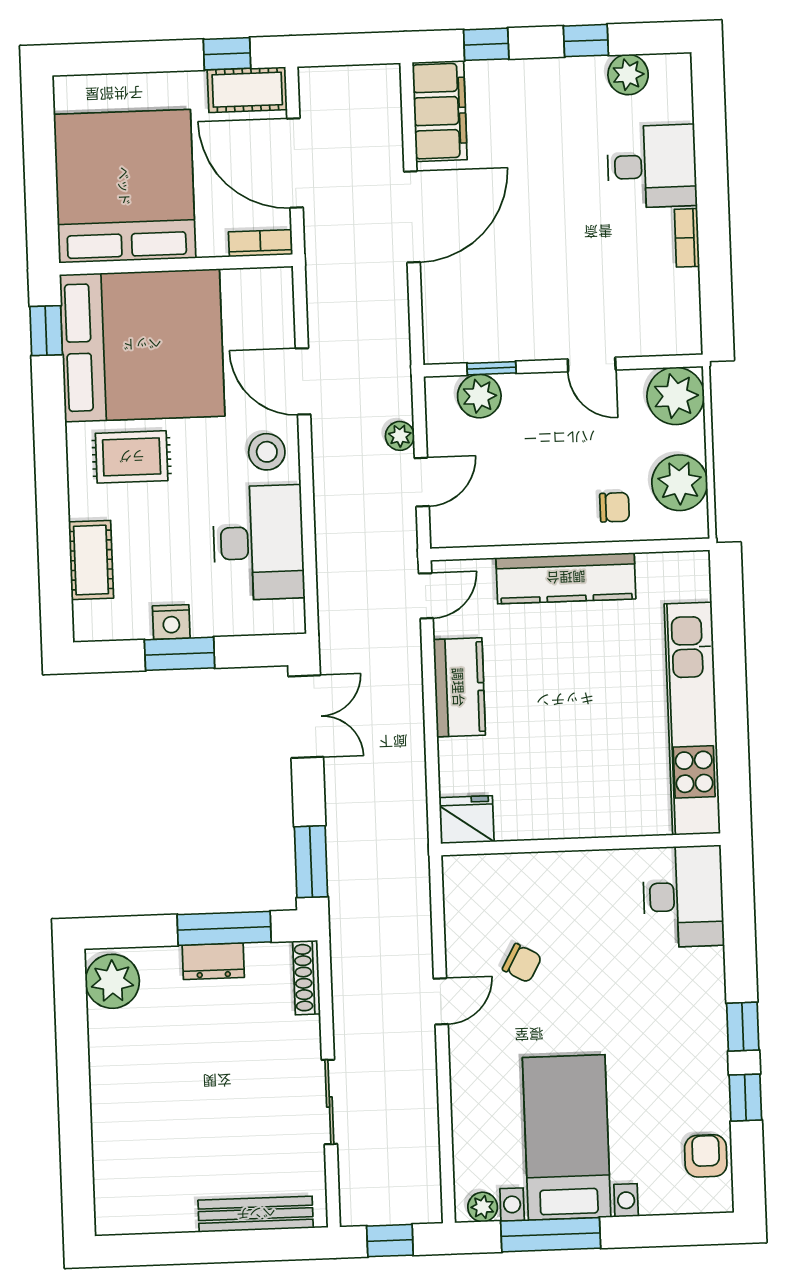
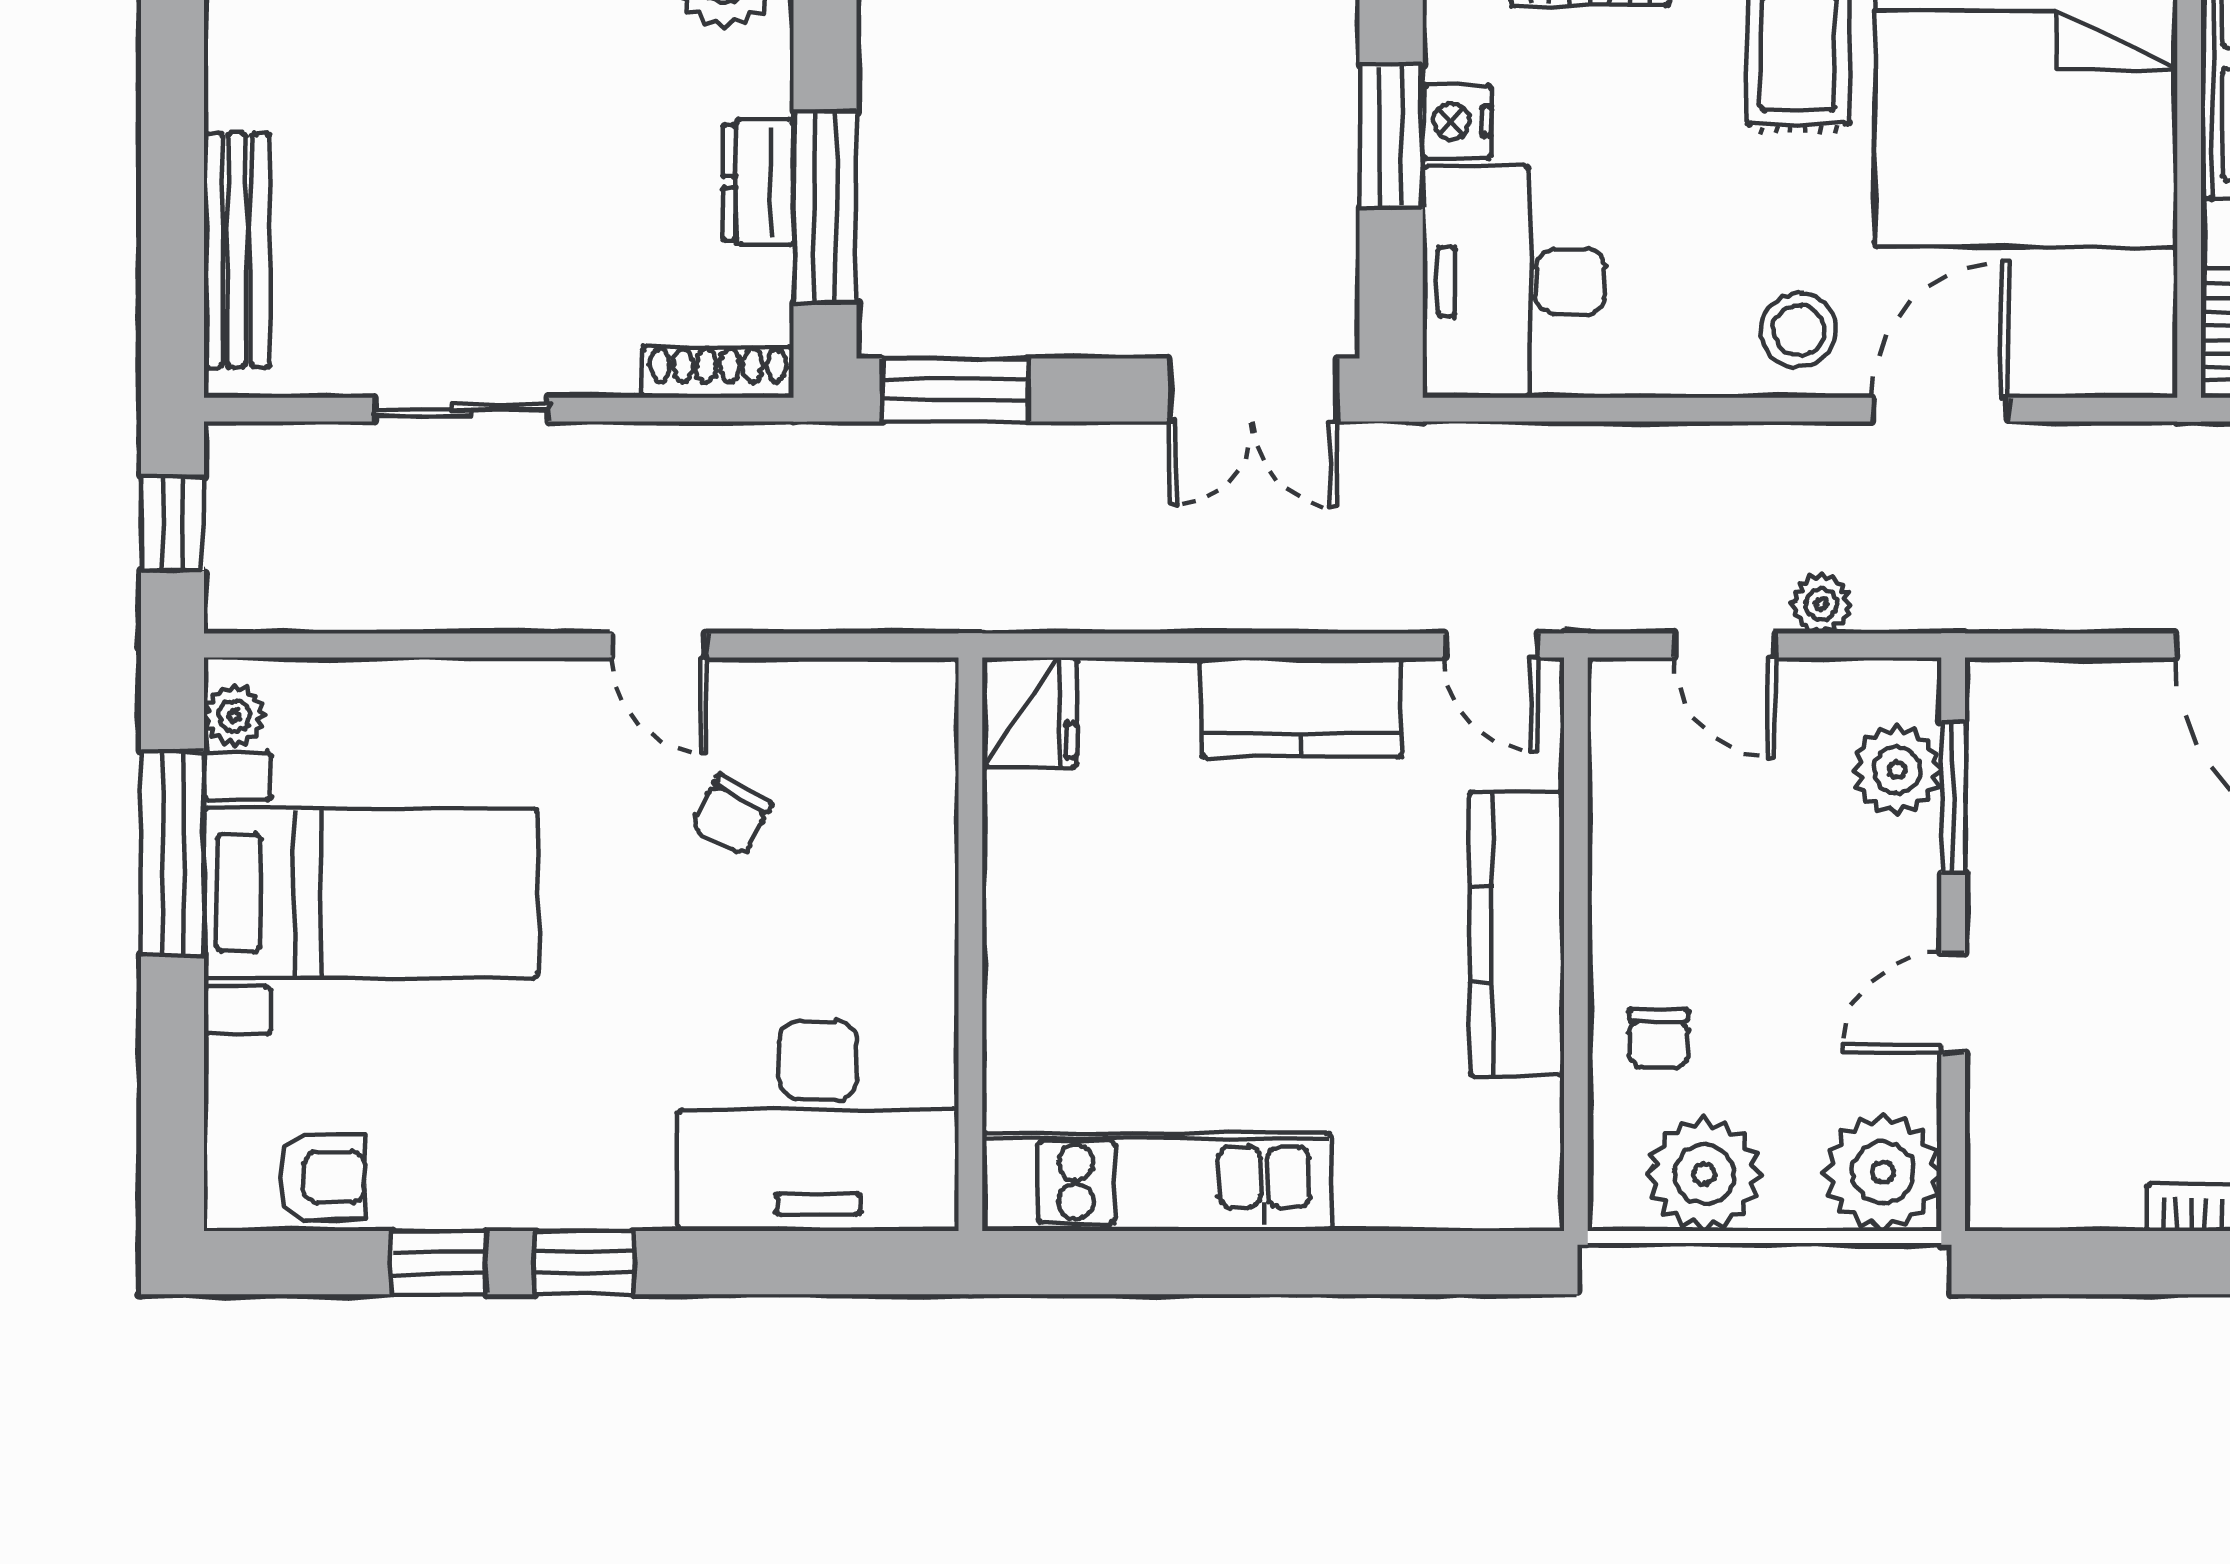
window: (492, 368) -> (1953, 797), width x1.50
desk: (259, 543) -> (1514, 281), moved, turned 90
kitchen unit: (692, 719) -> (1156, 1182), width x0.73
desk: (683, 896) -> (818, 1126), width x1.36, depth x1.30

